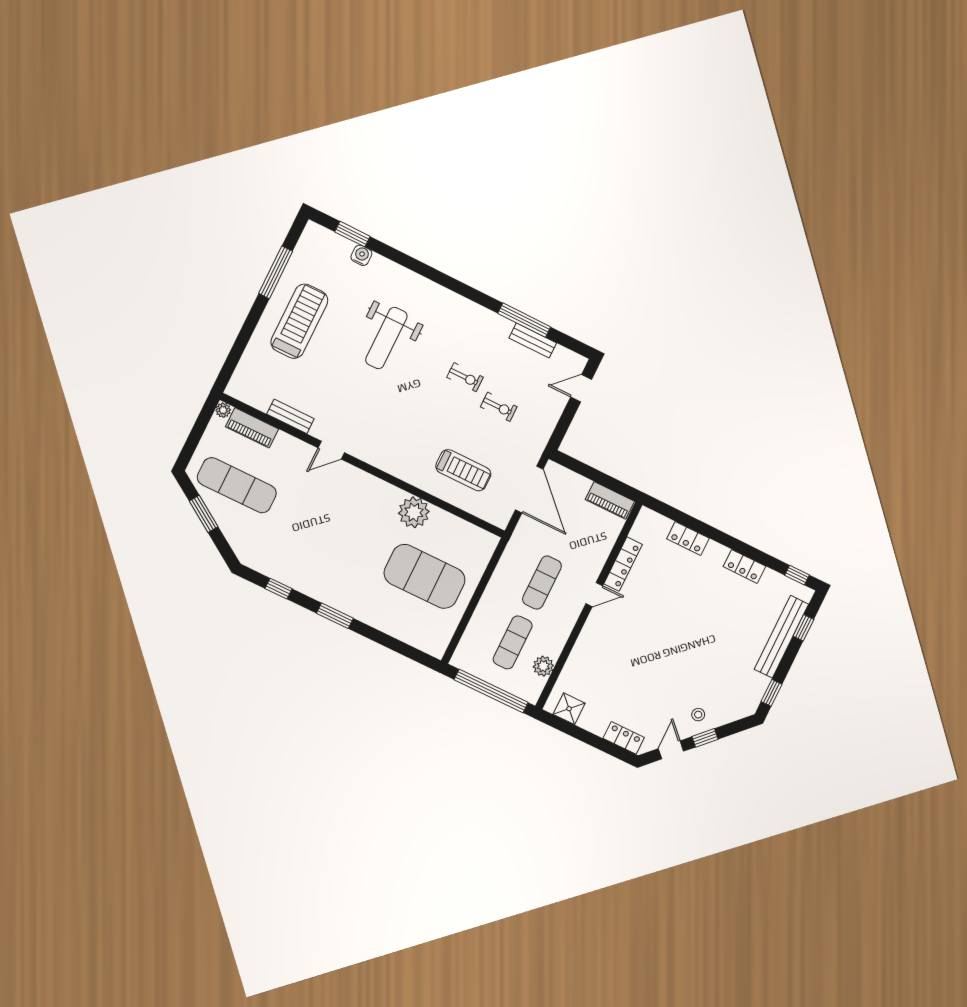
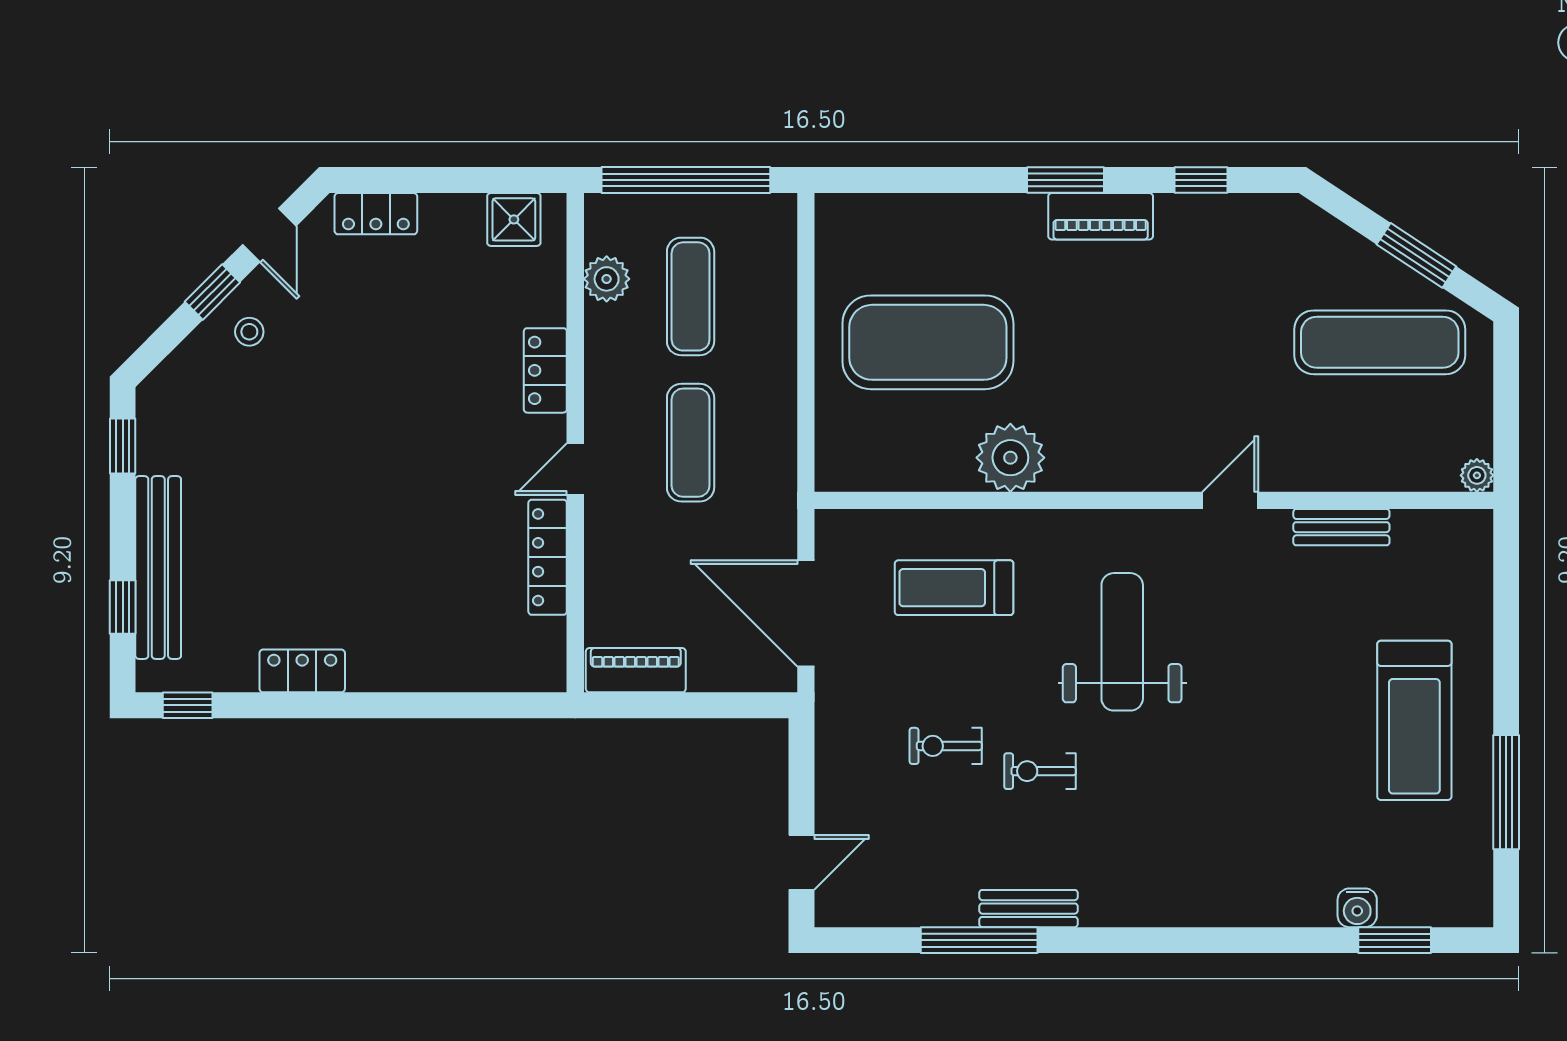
weight bench: (386, 338) -> (1122, 642), moved
bench: (533, 341) -> (1029, 909), moved
piano: (252, 428) -> (1101, 216), moved, turned 180
locker: (688, 538) -> (545, 370), moved, turned -90

